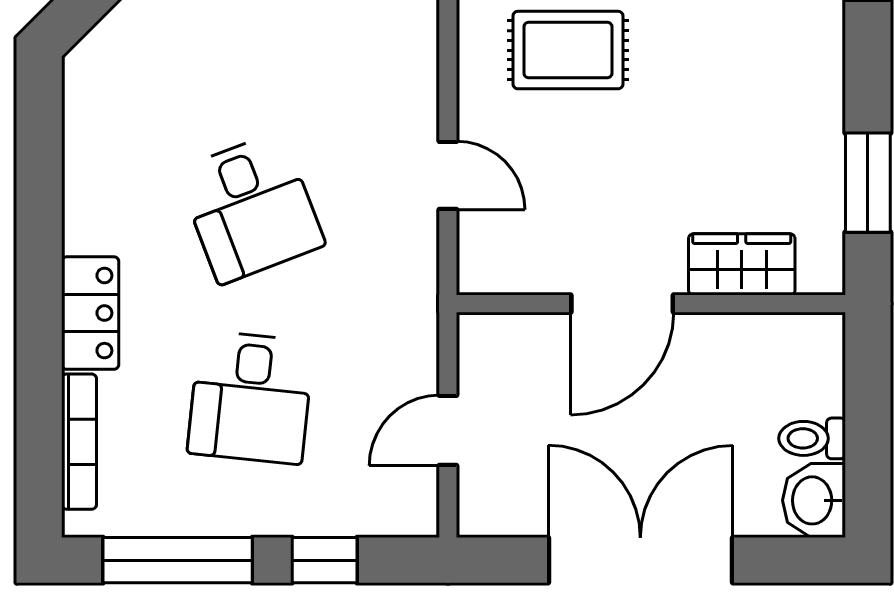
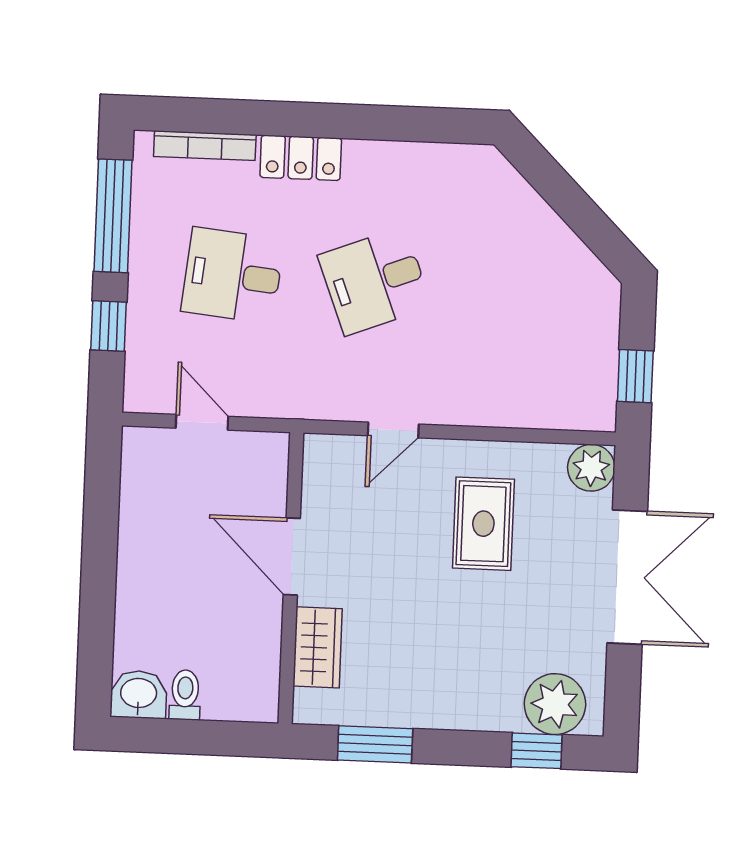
double door: (640, 560) -> (99, 563), removed

